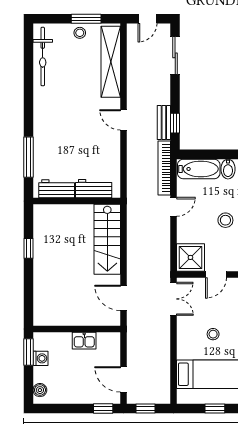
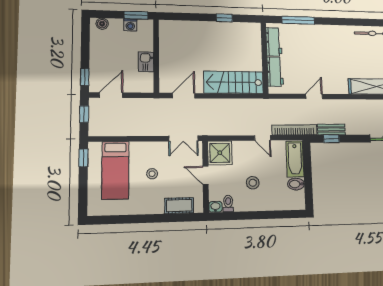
door: (124, 120) -> (314, 96), moved
window: (215, 408) -> (83, 158), moved

